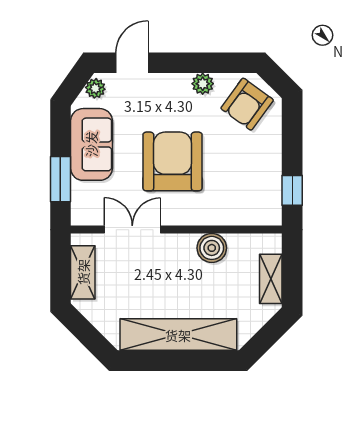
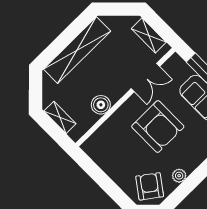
window: (292, 190) -> (90, 167), removed

